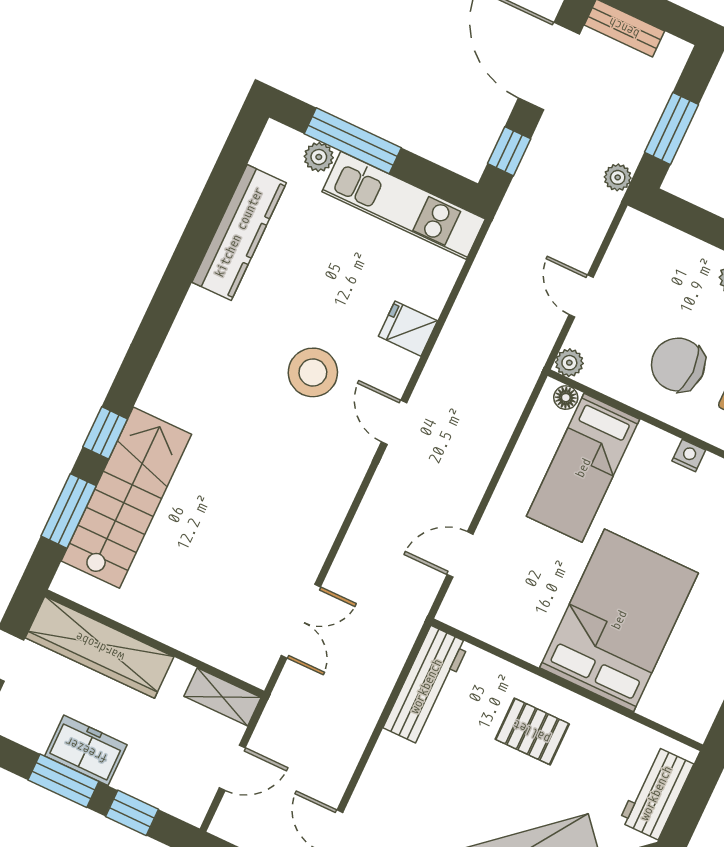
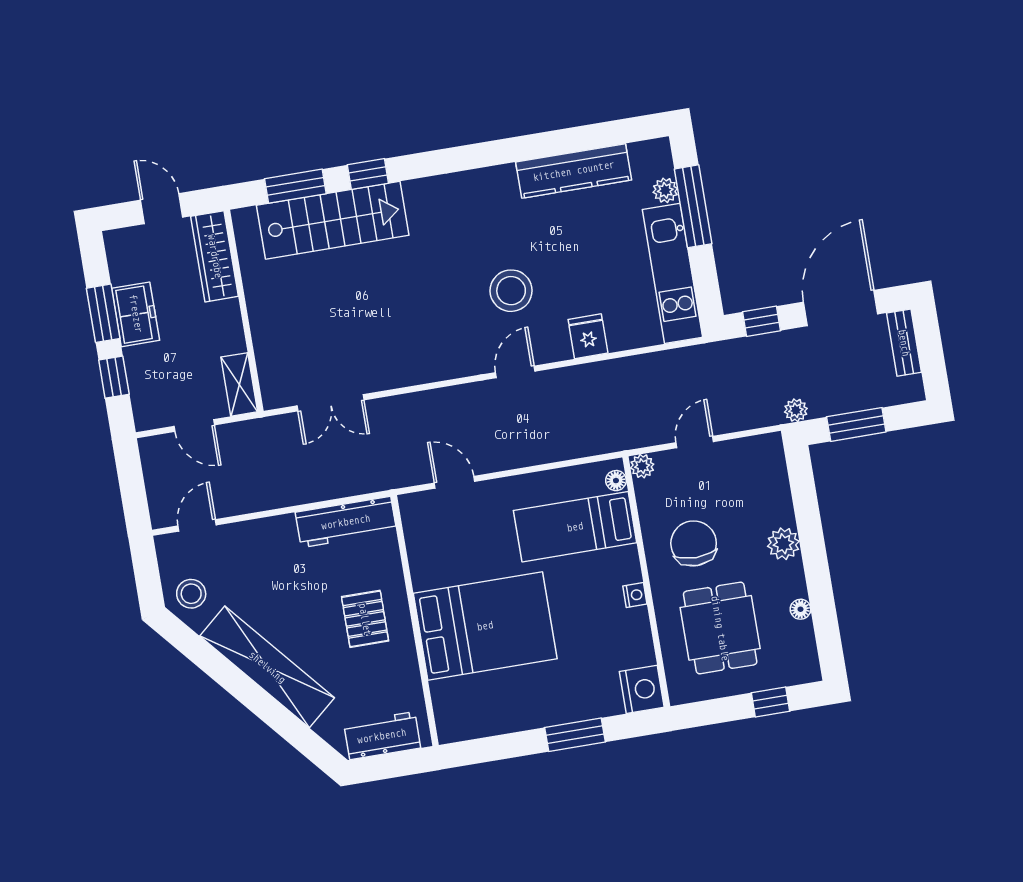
wardrobe: (100, 647) -> (215, 256), width x0.71, depth x0.85

